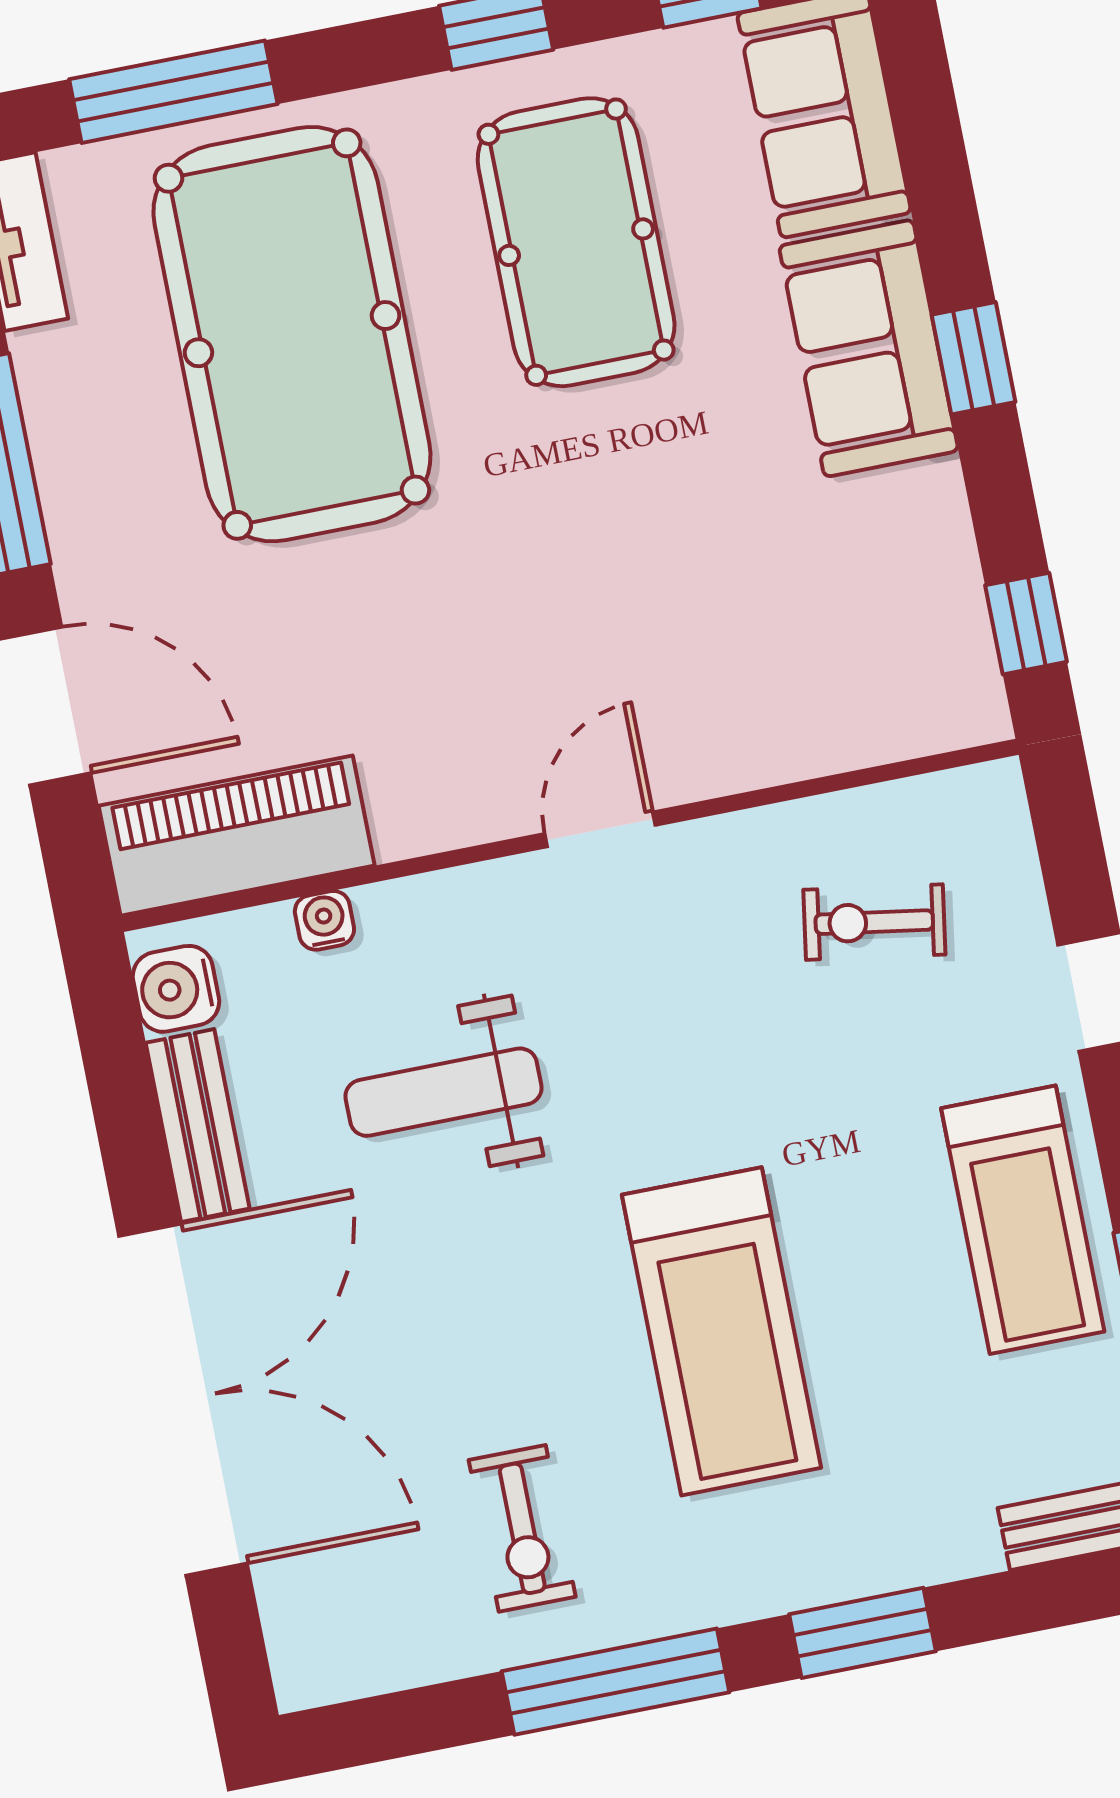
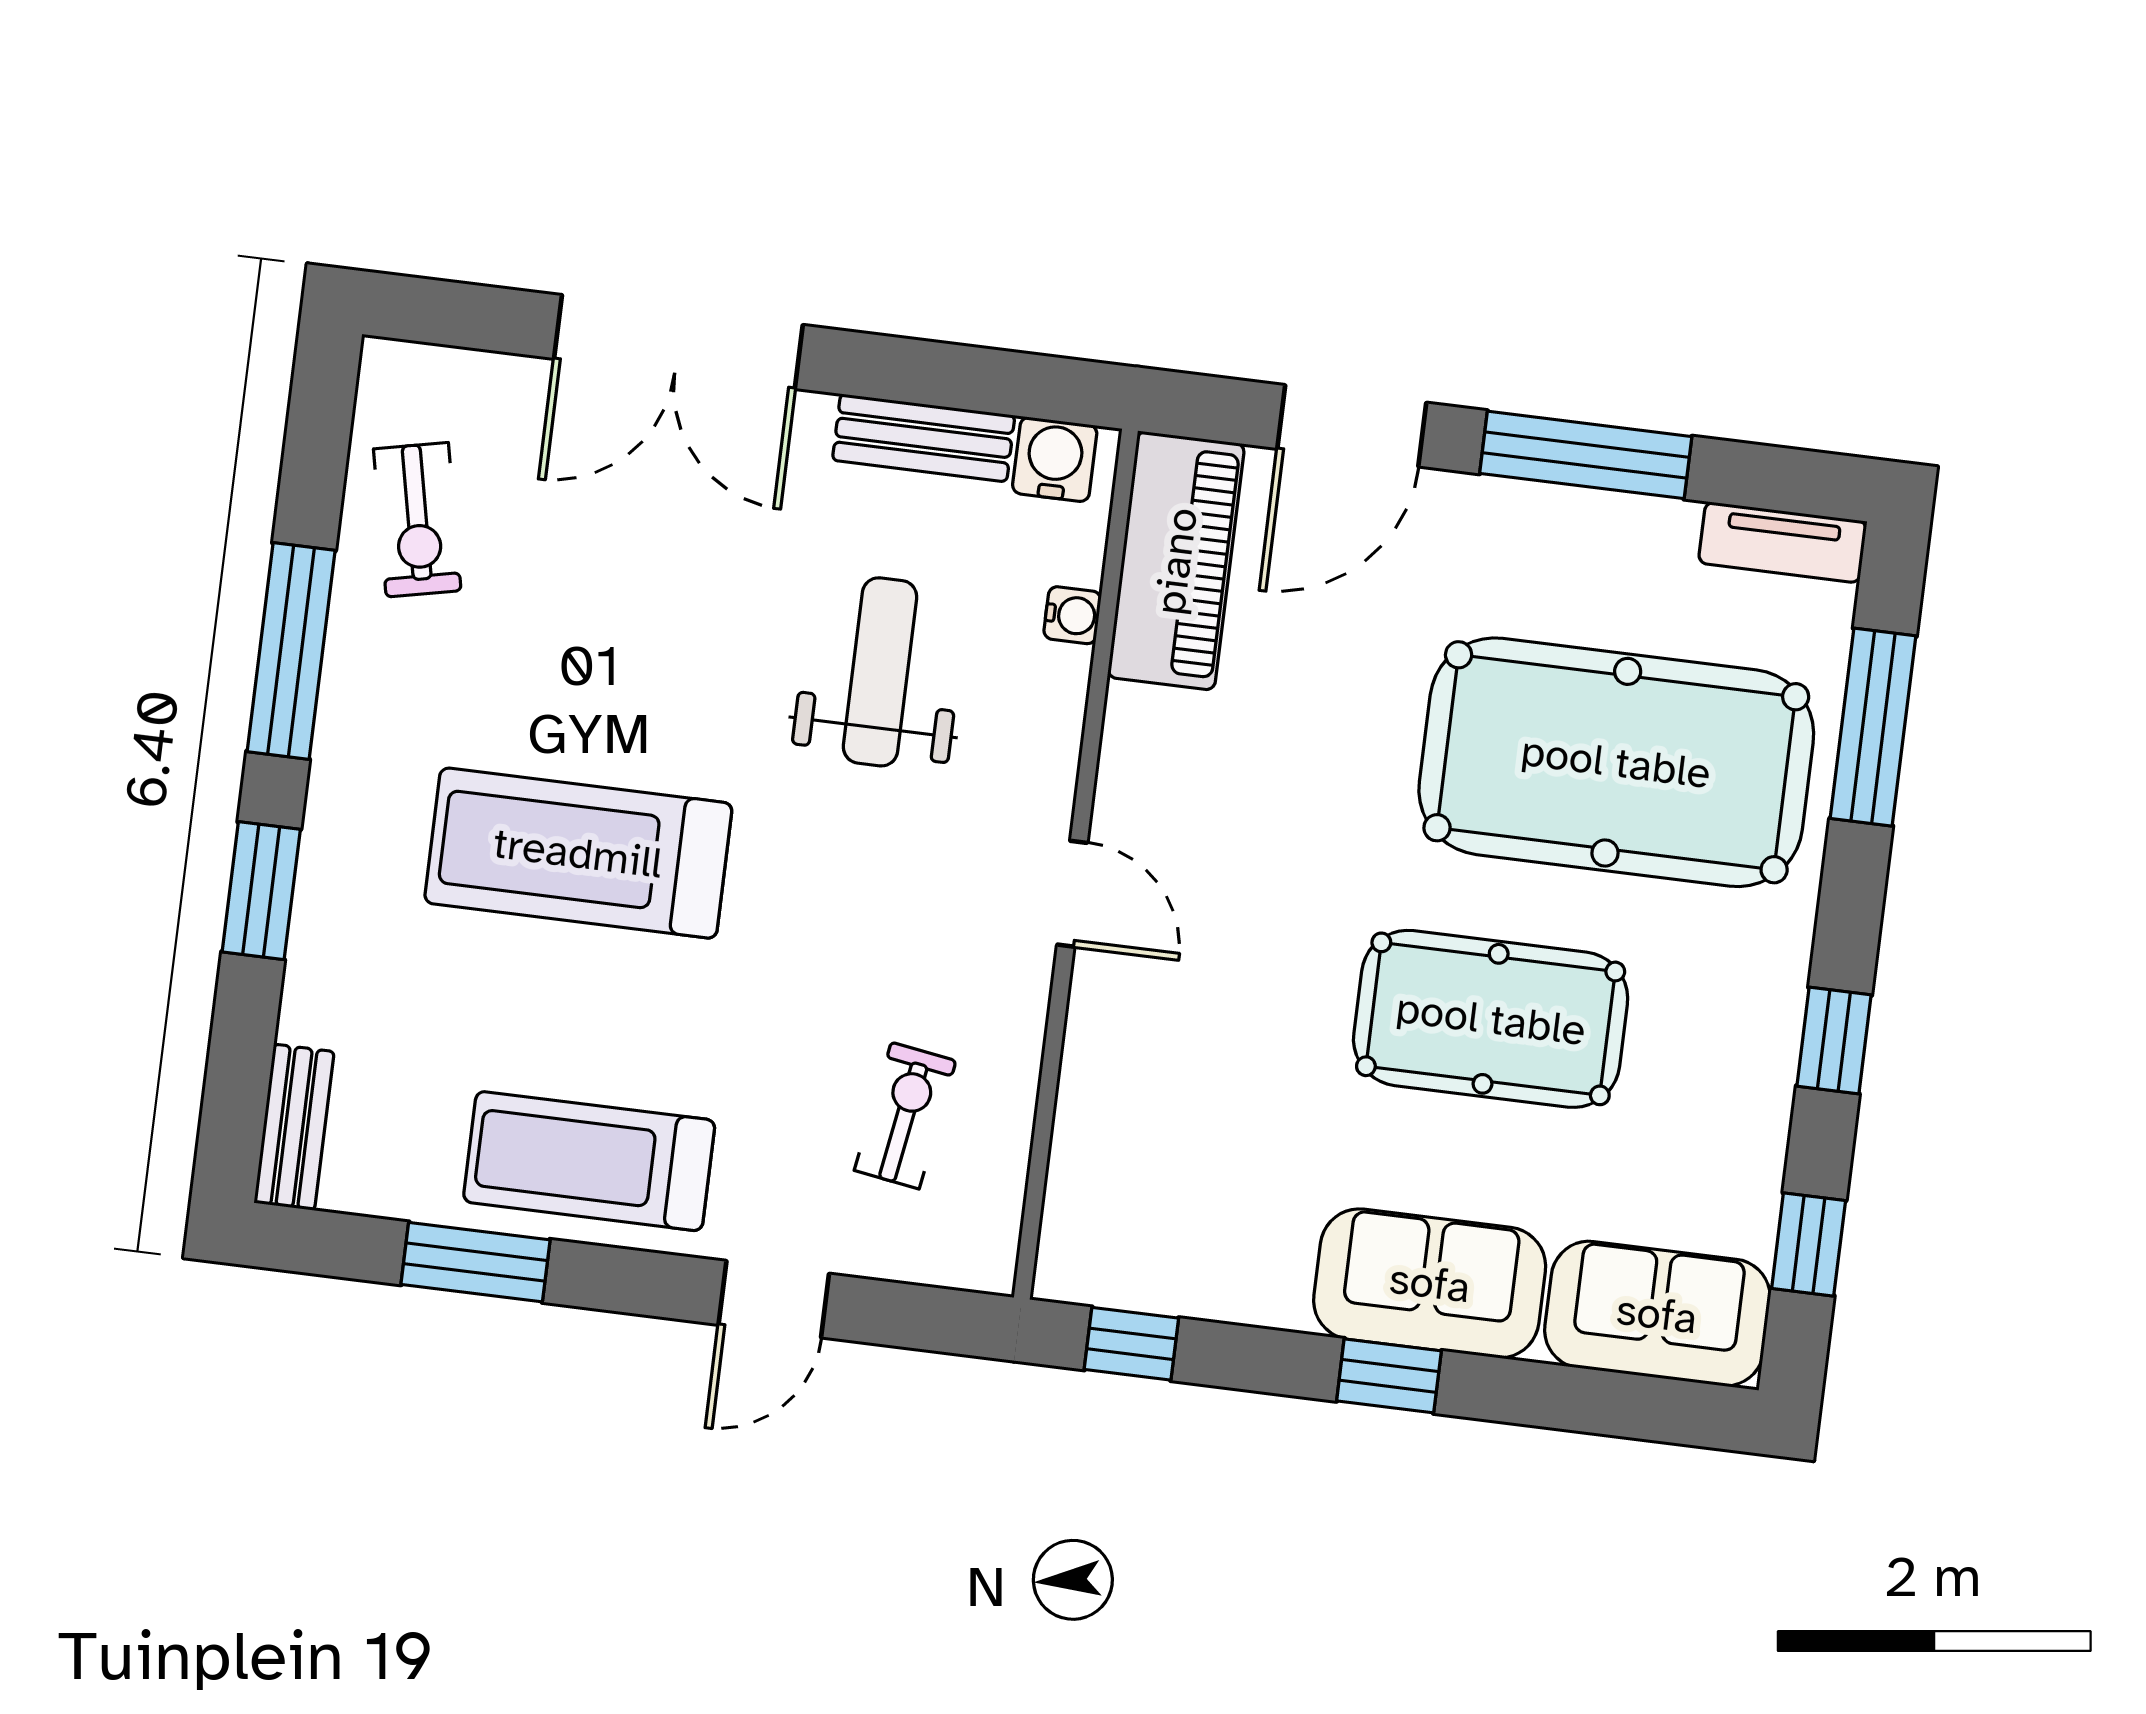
pool table: (576, 242) -> (1491, 1019), moved
double door: (183, 1400) -> (678, 342), width x0.73
exercise bike: (522, 1528) -> (417, 520), moved, turned -102

